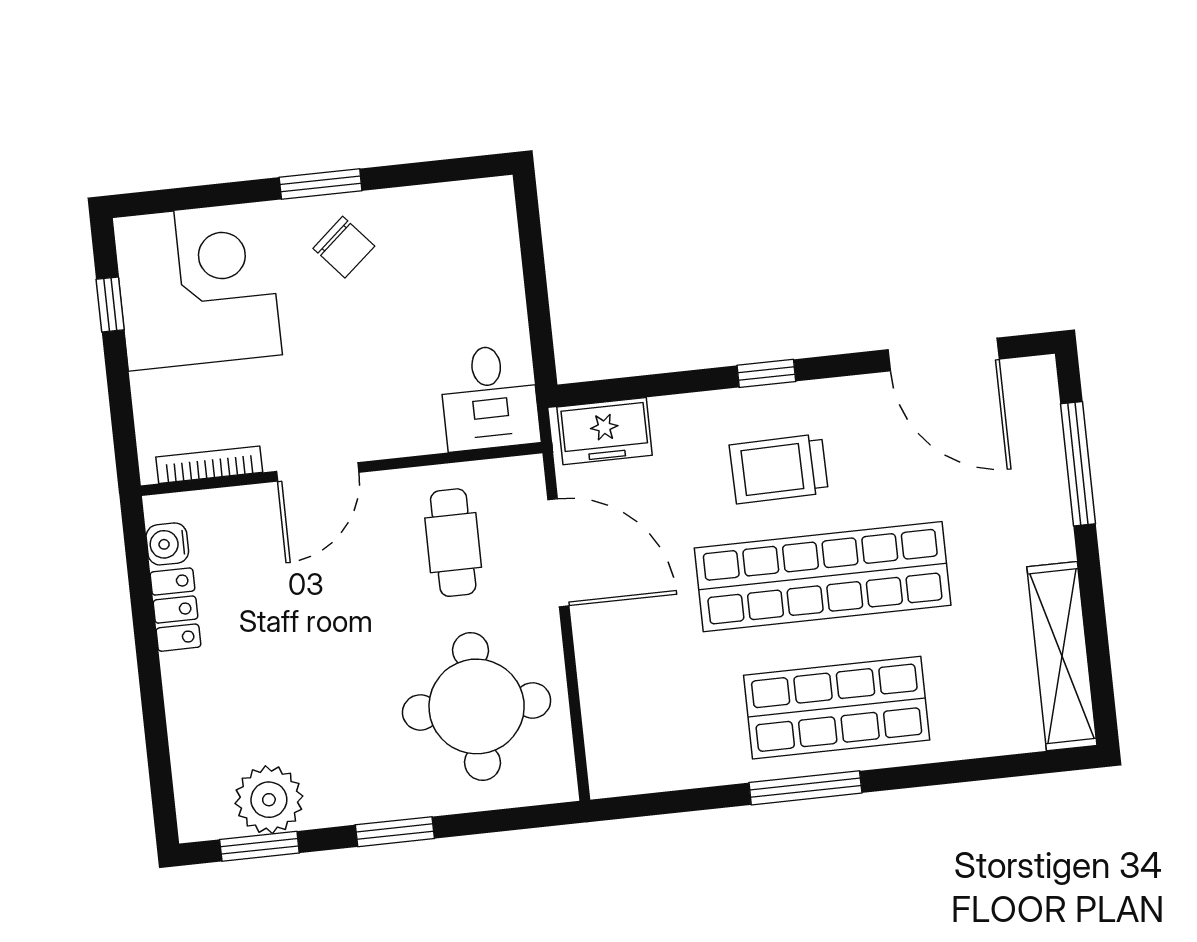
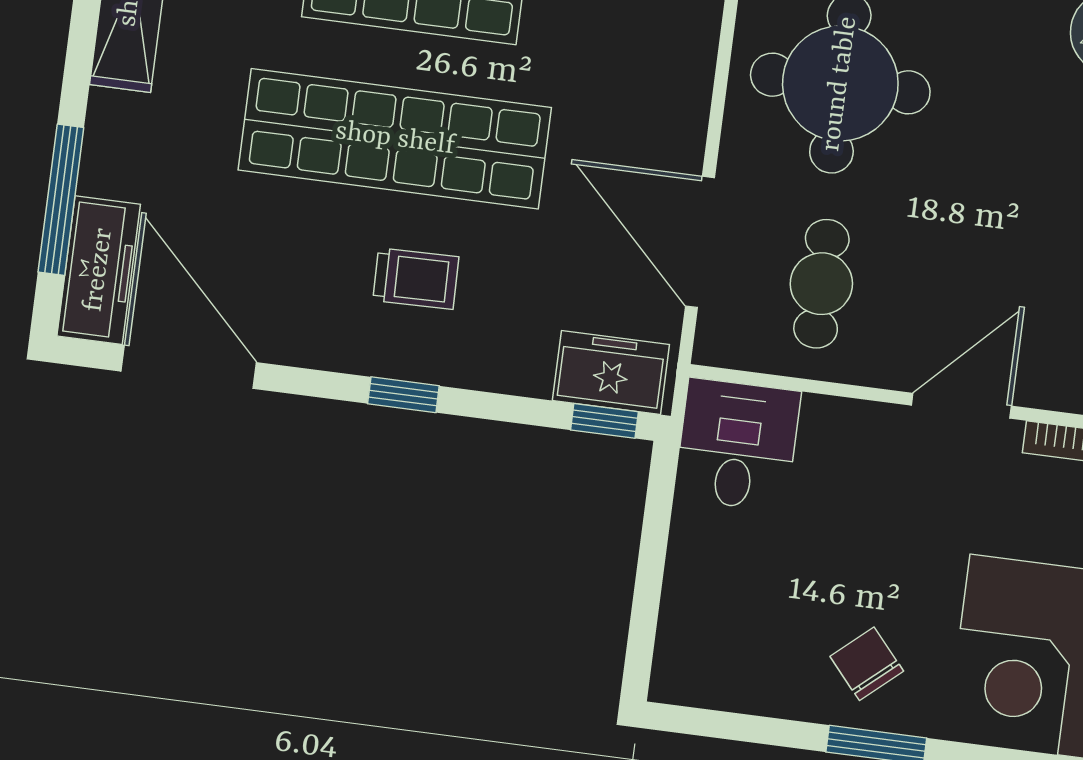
window: (600, 391) -> (604, 421), added
freezer: (1034, 415) -> (99, 270), added
trolley: (779, 469) -> (416, 279), width x0.73, depth x0.72

